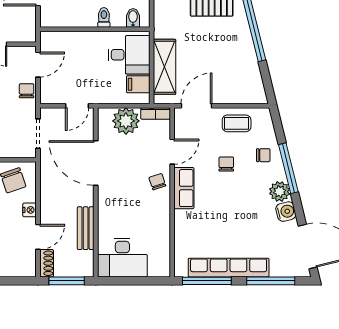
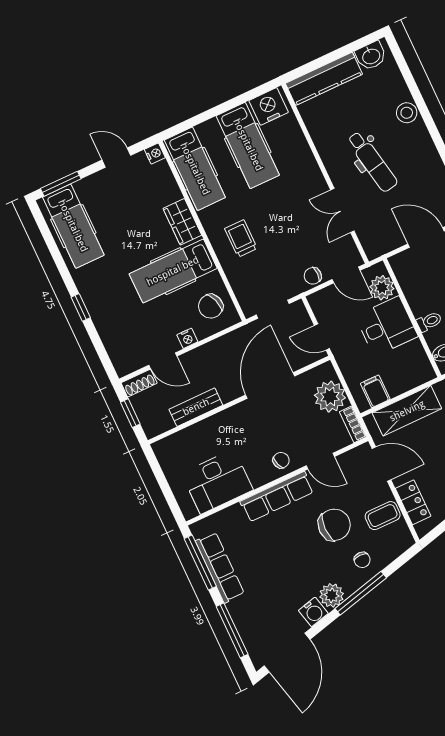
plant: (61, 42) -> (382, 288), added
desk: (129, 55) -> (387, 326), moved, turned -90
chair: (27, 91) -> (313, 276), turned 180
locker: (237, 95) -> (413, 502), added
coffee table: (237, 123) -> (383, 516), turned 90
chair: (226, 164) -> (334, 525), width x1.87, depth x1.87
row of seats: (184, 188) -> (277, 497), width x1.48
desk: (122, 258) -> (217, 482), moved, turned -90
row of seats: (229, 268) -> (220, 567), width x0.73
window: (67, 281) -> (130, 413), width x0.67

